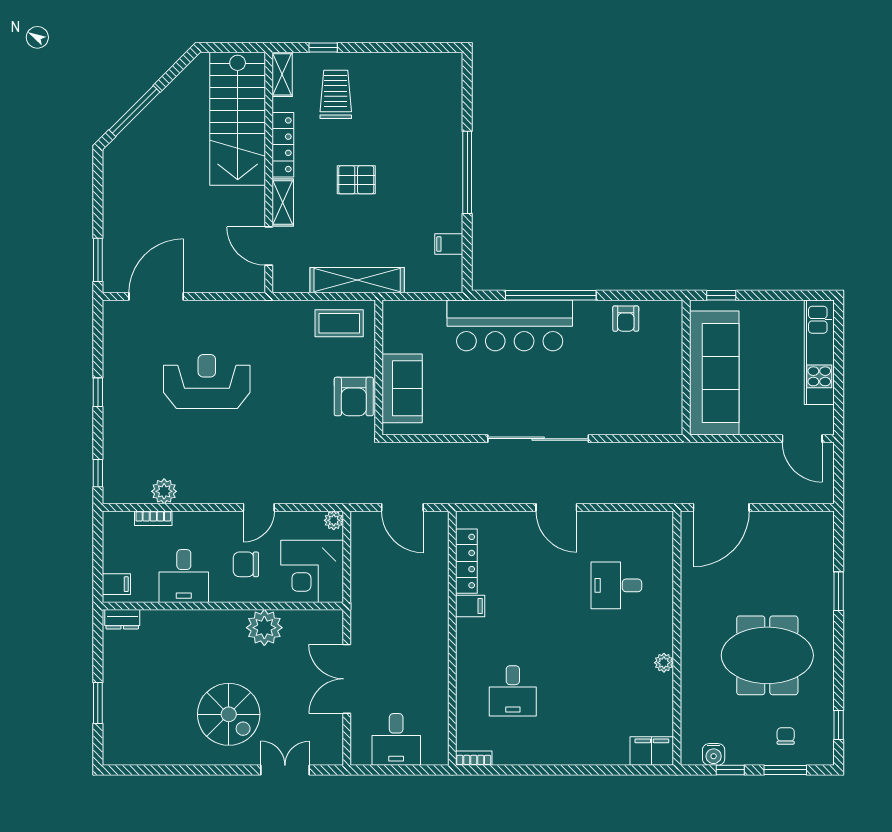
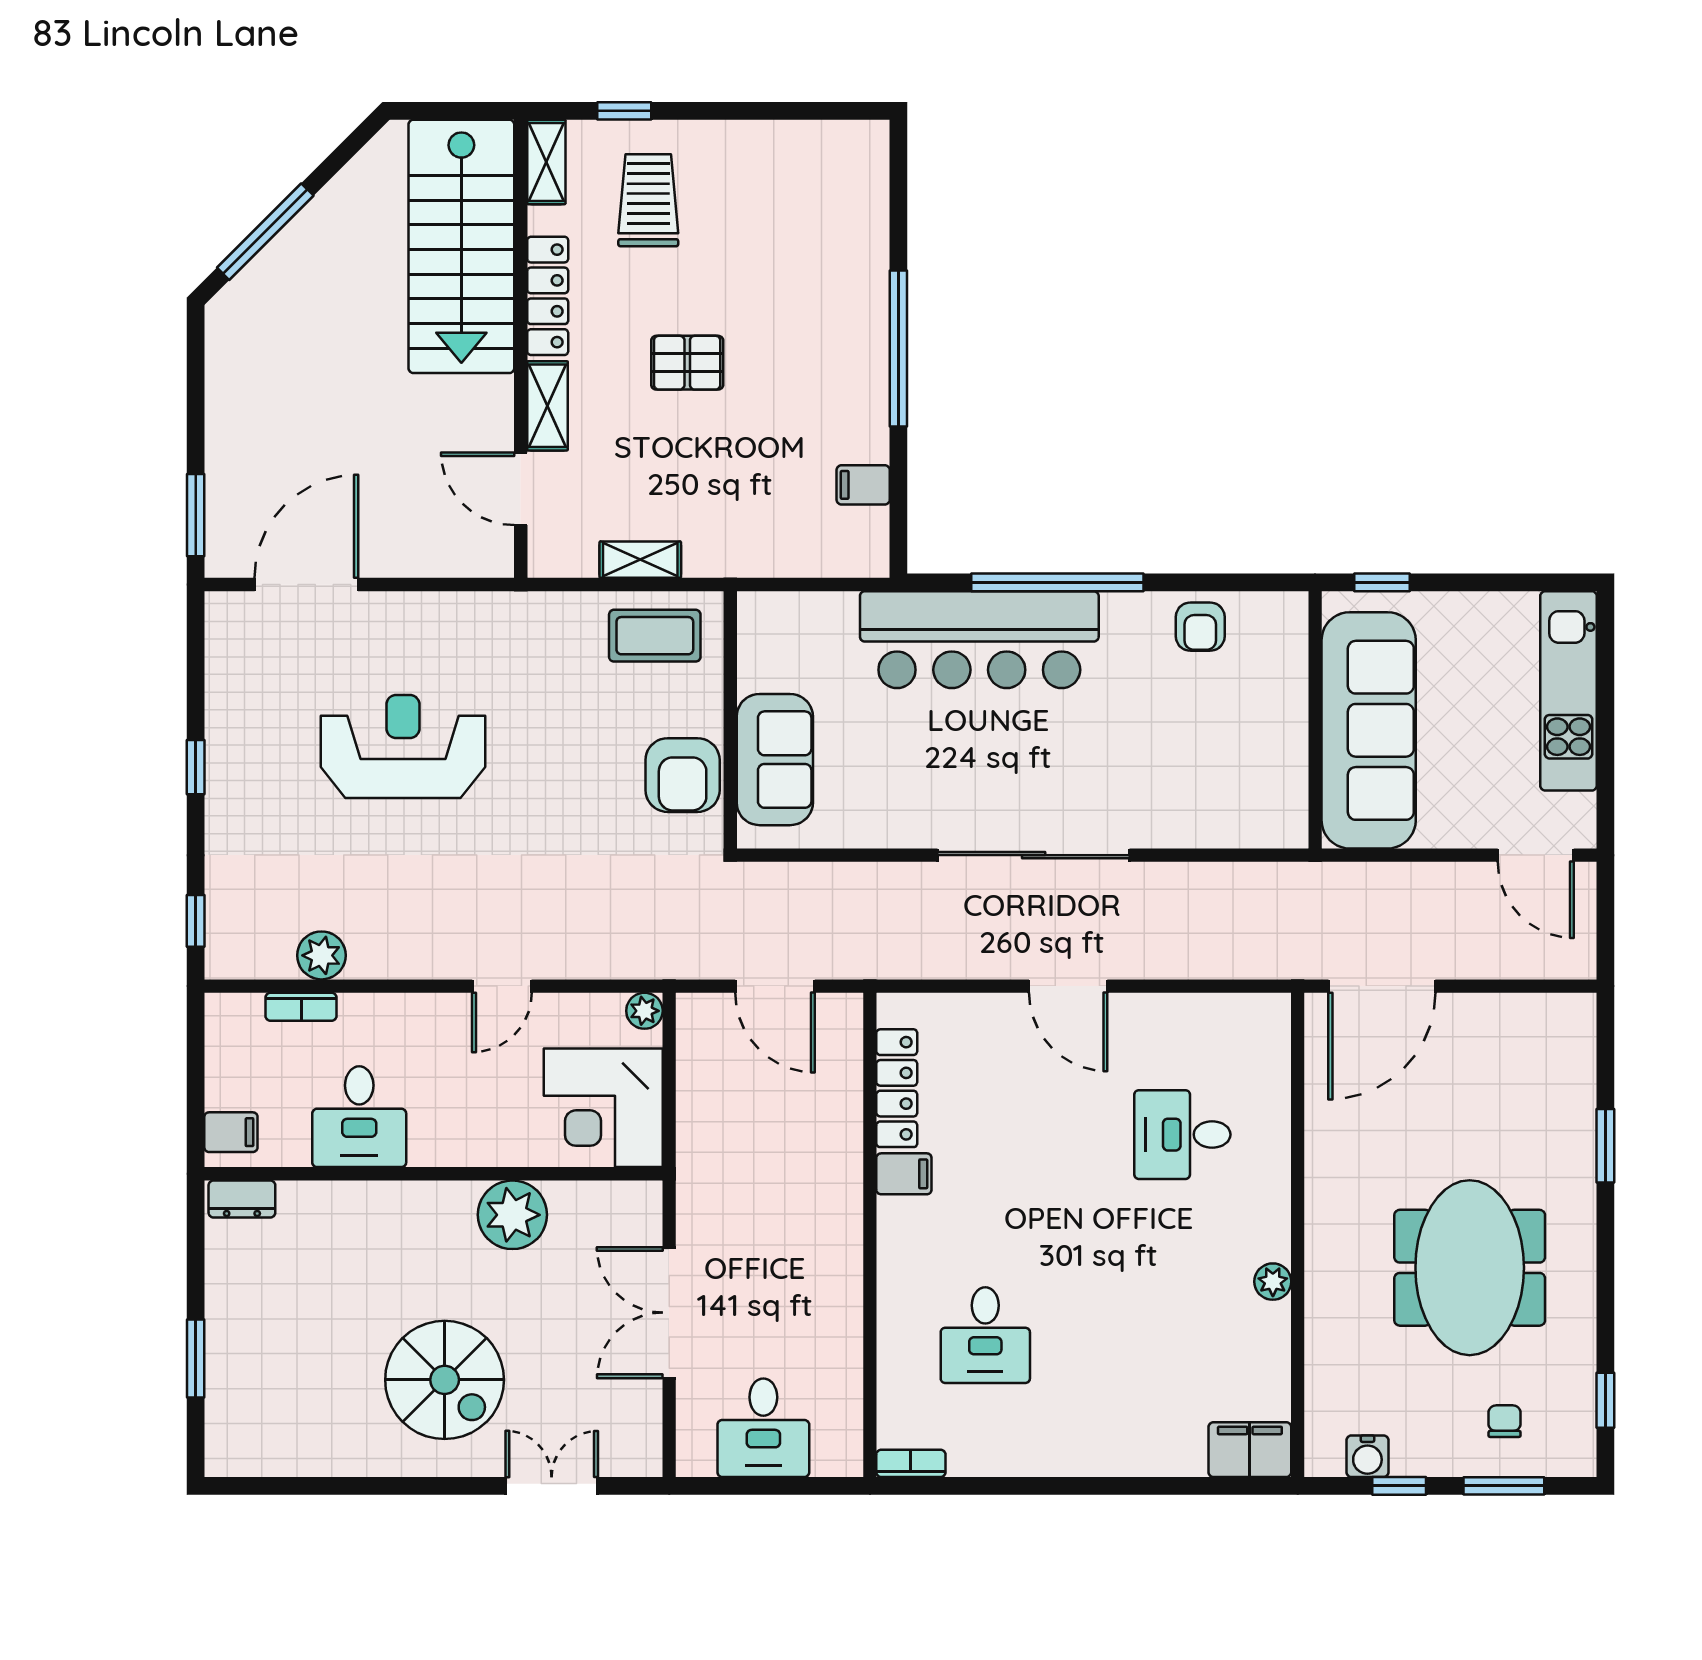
shelving: (357, 280) -> (640, 560), width x0.45, depth x0.75
chair: (246, 564) -> (477, 1094), removed
meeting table: (767, 655) -> (1470, 1268), turned 90

